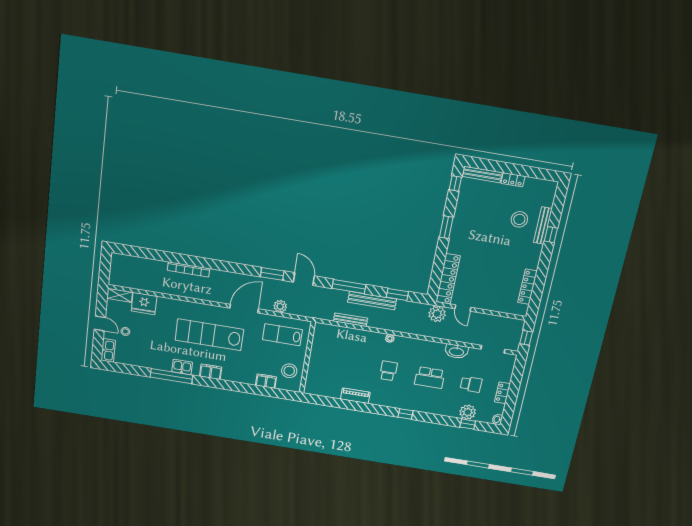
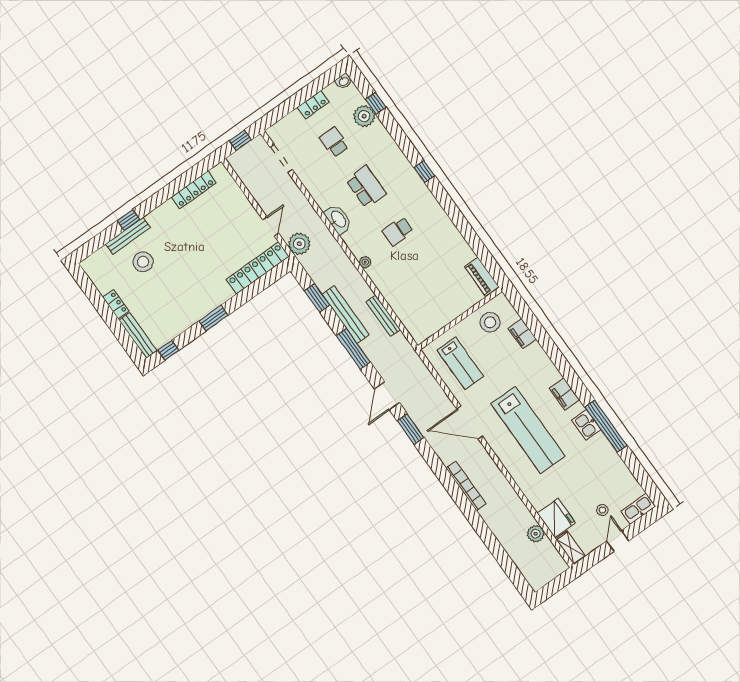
bookcase: (189, 269) -> (466, 486), moved
plant: (280, 306) -> (536, 534), moved
washbasin: (456, 351) -> (338, 219), moved
piano: (355, 396) -> (482, 277), moved

